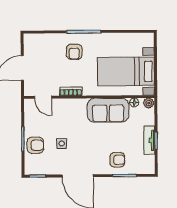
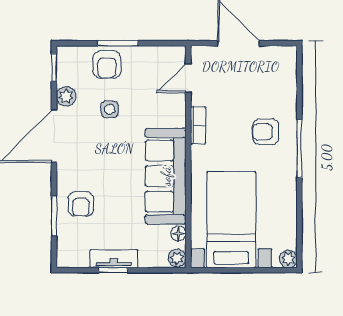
plant: (149, 38) -> (288, 259), added
sofa: (108, 110) -> (166, 176), width x1.36
plant: (54, 169) -> (66, 96), added

